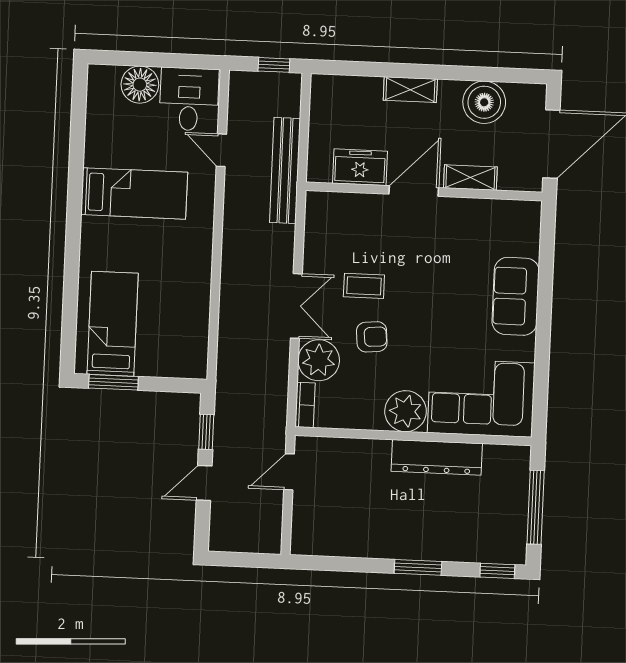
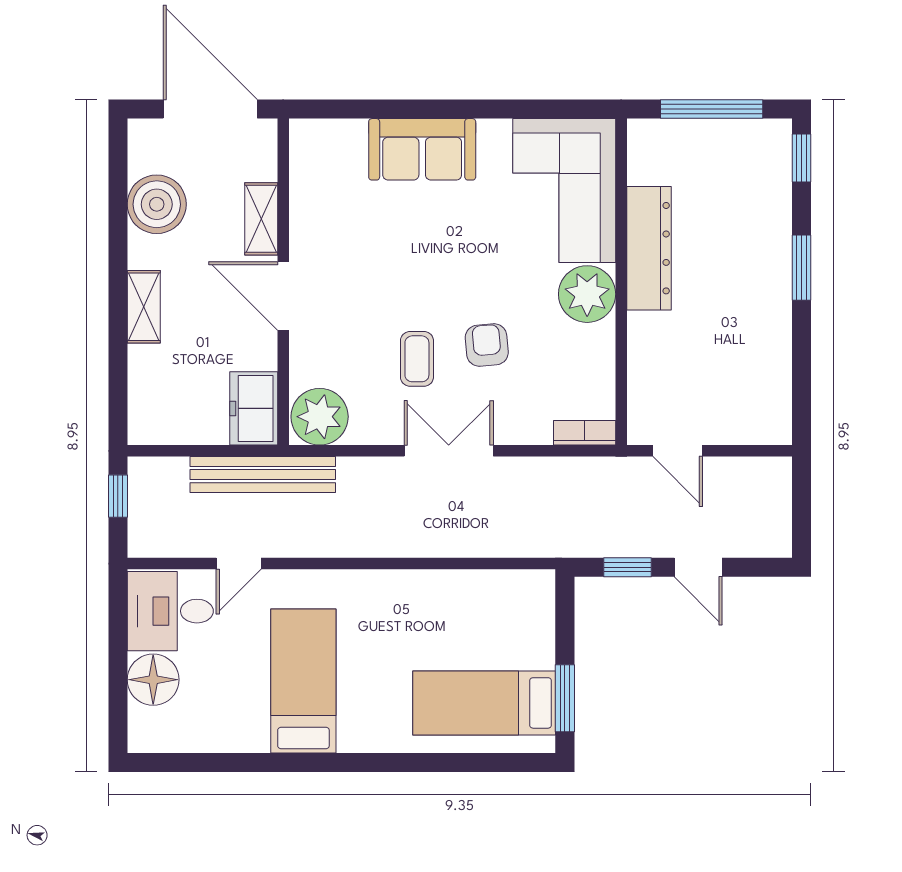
freezer: (360, 167) -> (254, 408), moved
plant: (319, 360) -> (320, 417), moved

